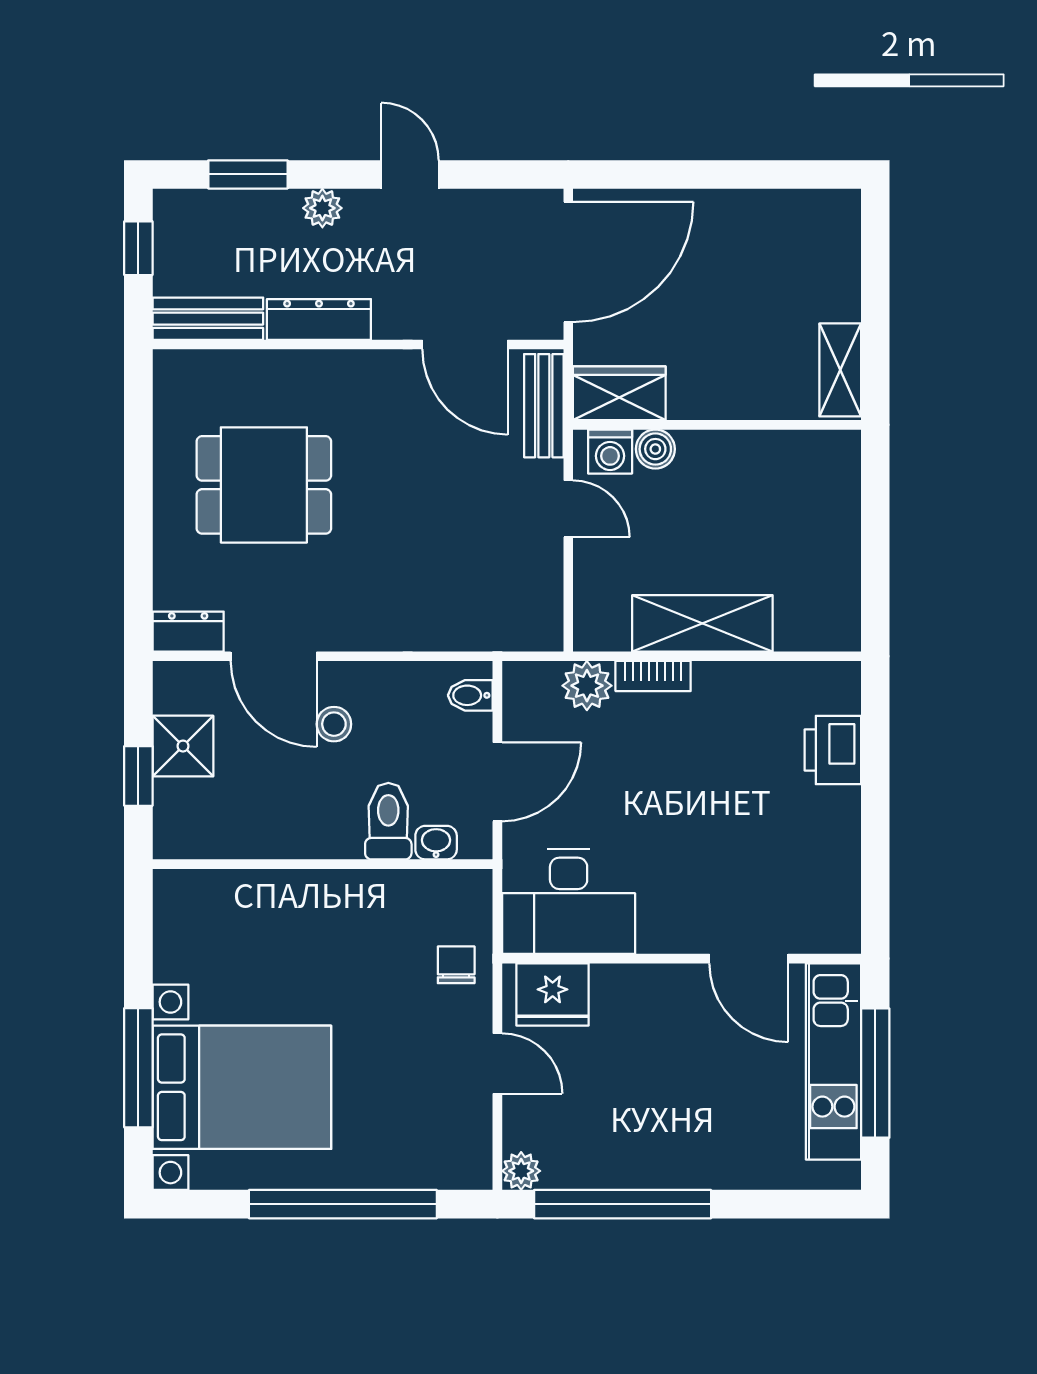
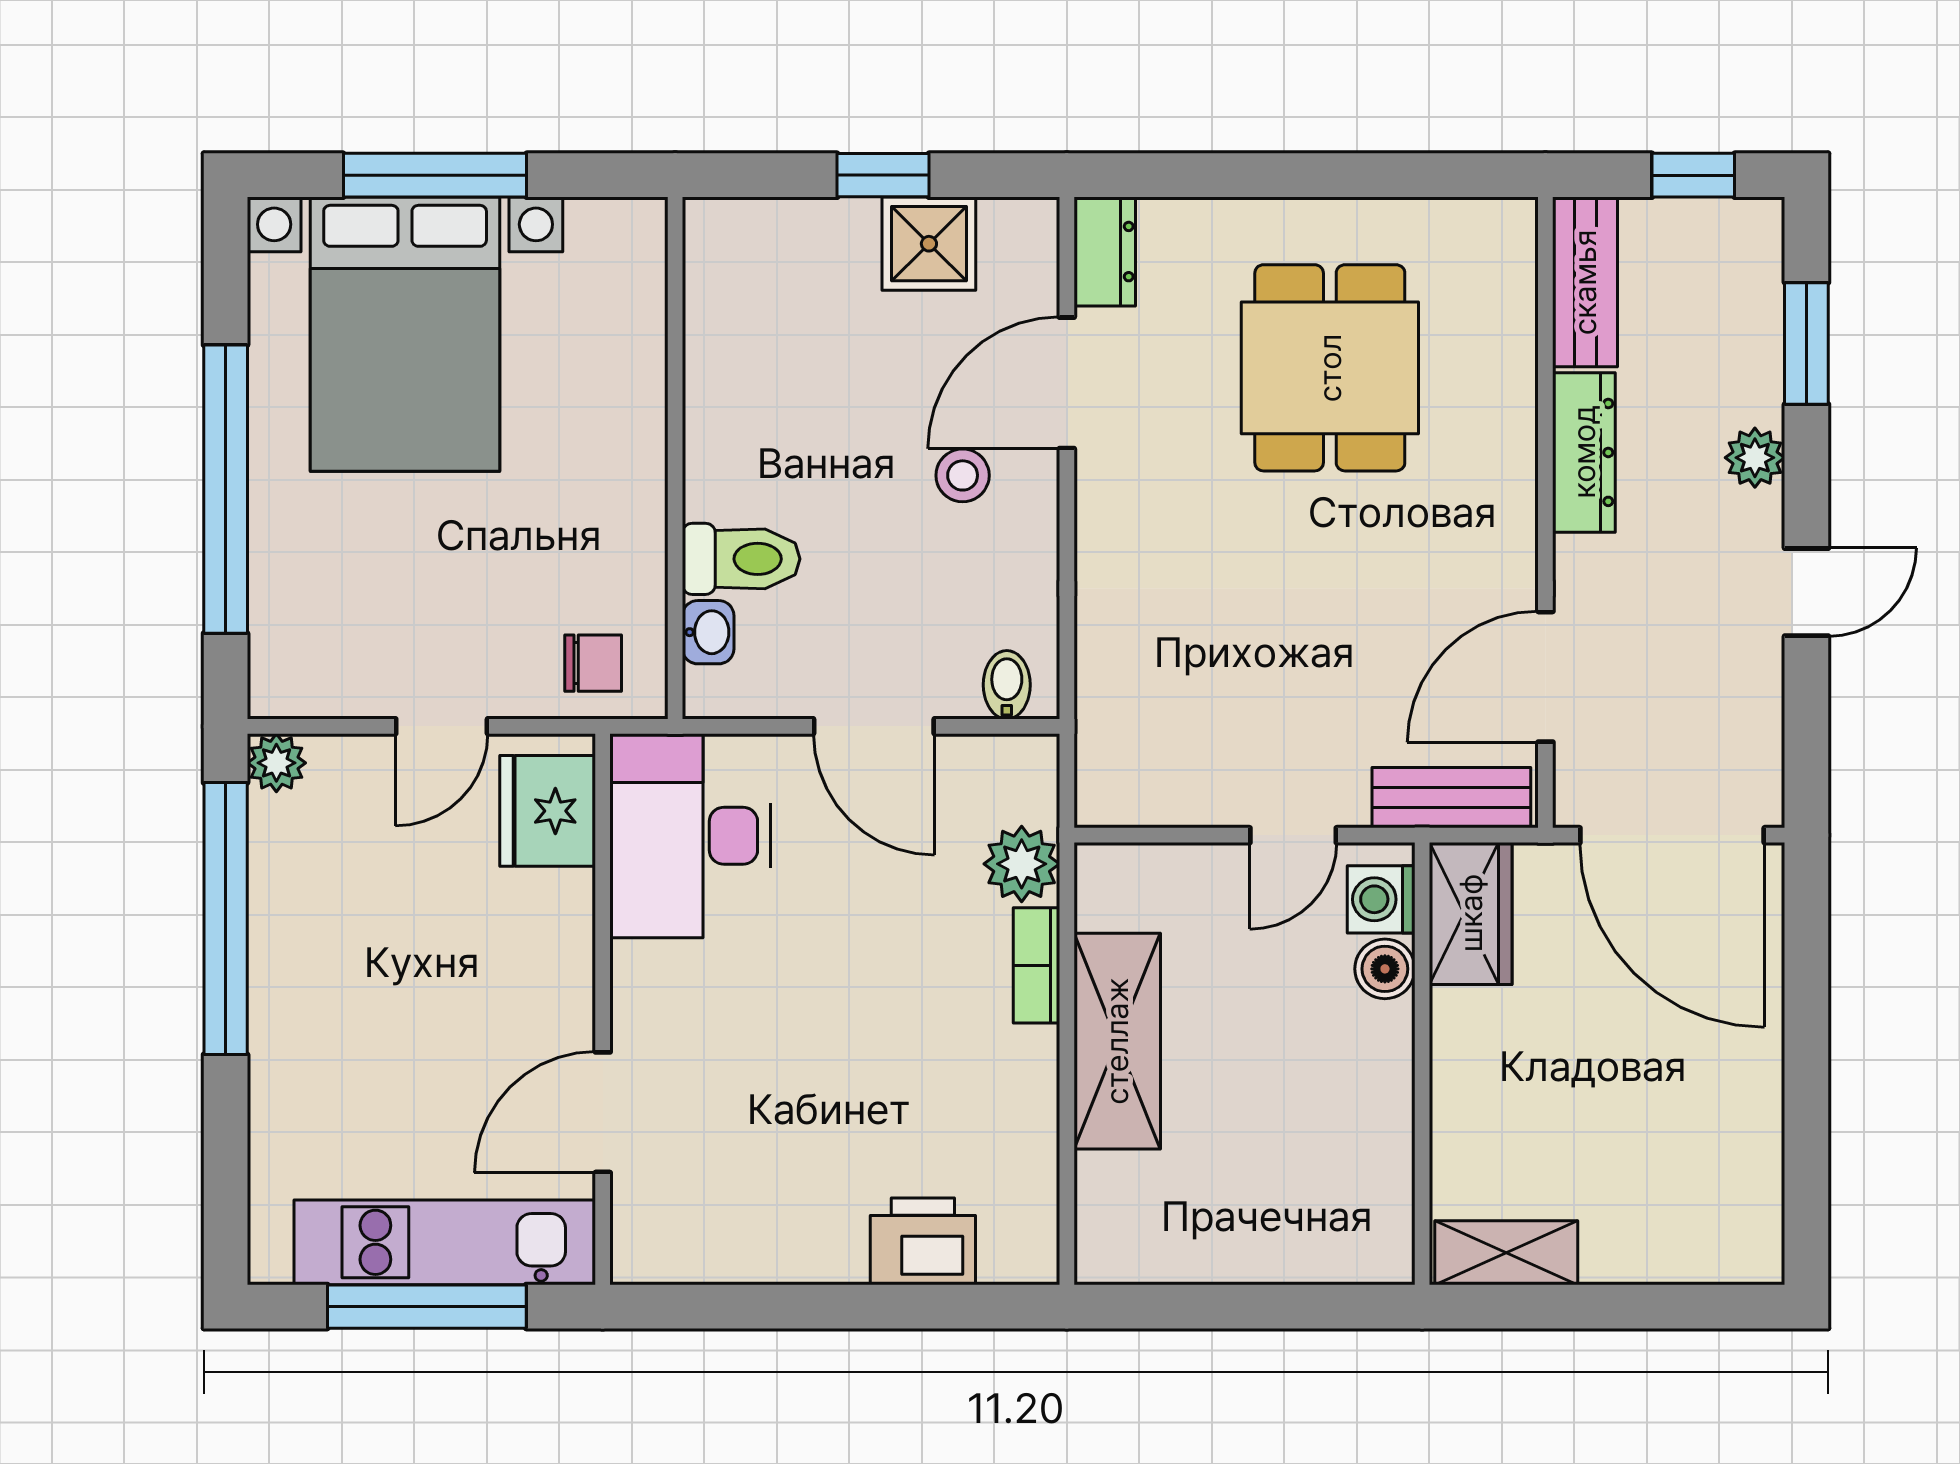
toilet: (388, 821) -> (741, 559), moved
washbasin: (436, 843) -> (708, 632), moved
wall: (323, 864) -> (675, 458), moved

